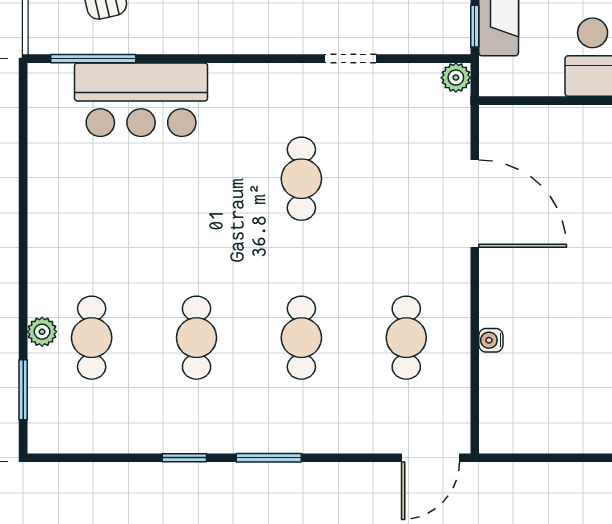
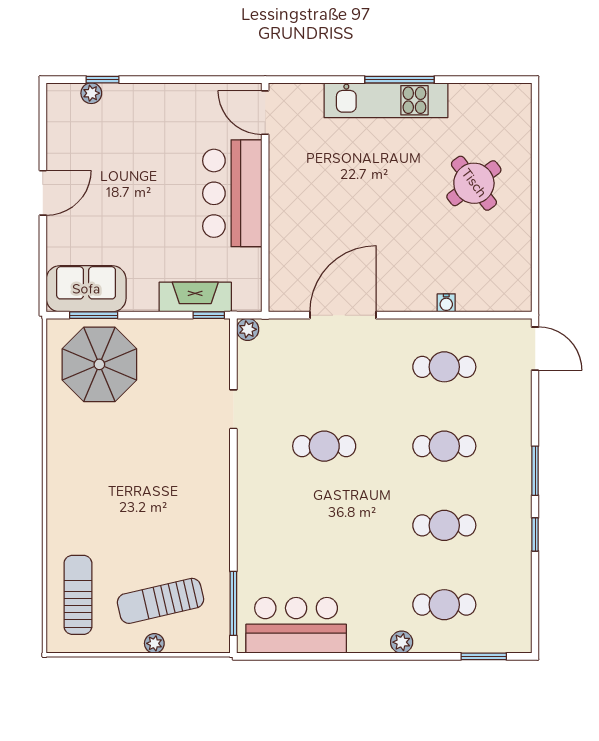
bar counter: (141, 100) -> (296, 625), moved, turned -90
plant: (42, 332) -> (402, 642), moved

